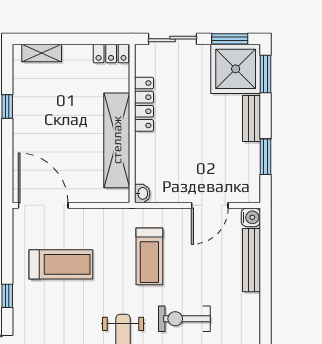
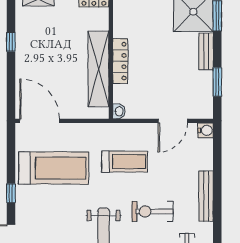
locker: (144, 104) -> (120, 61), moved
treadmill: (149, 256) -> (125, 162), turned -90
bench: (251, 260) -> (206, 196), moved
treadmill: (61, 264) -> (54, 168), width x1.37, depth x1.38

